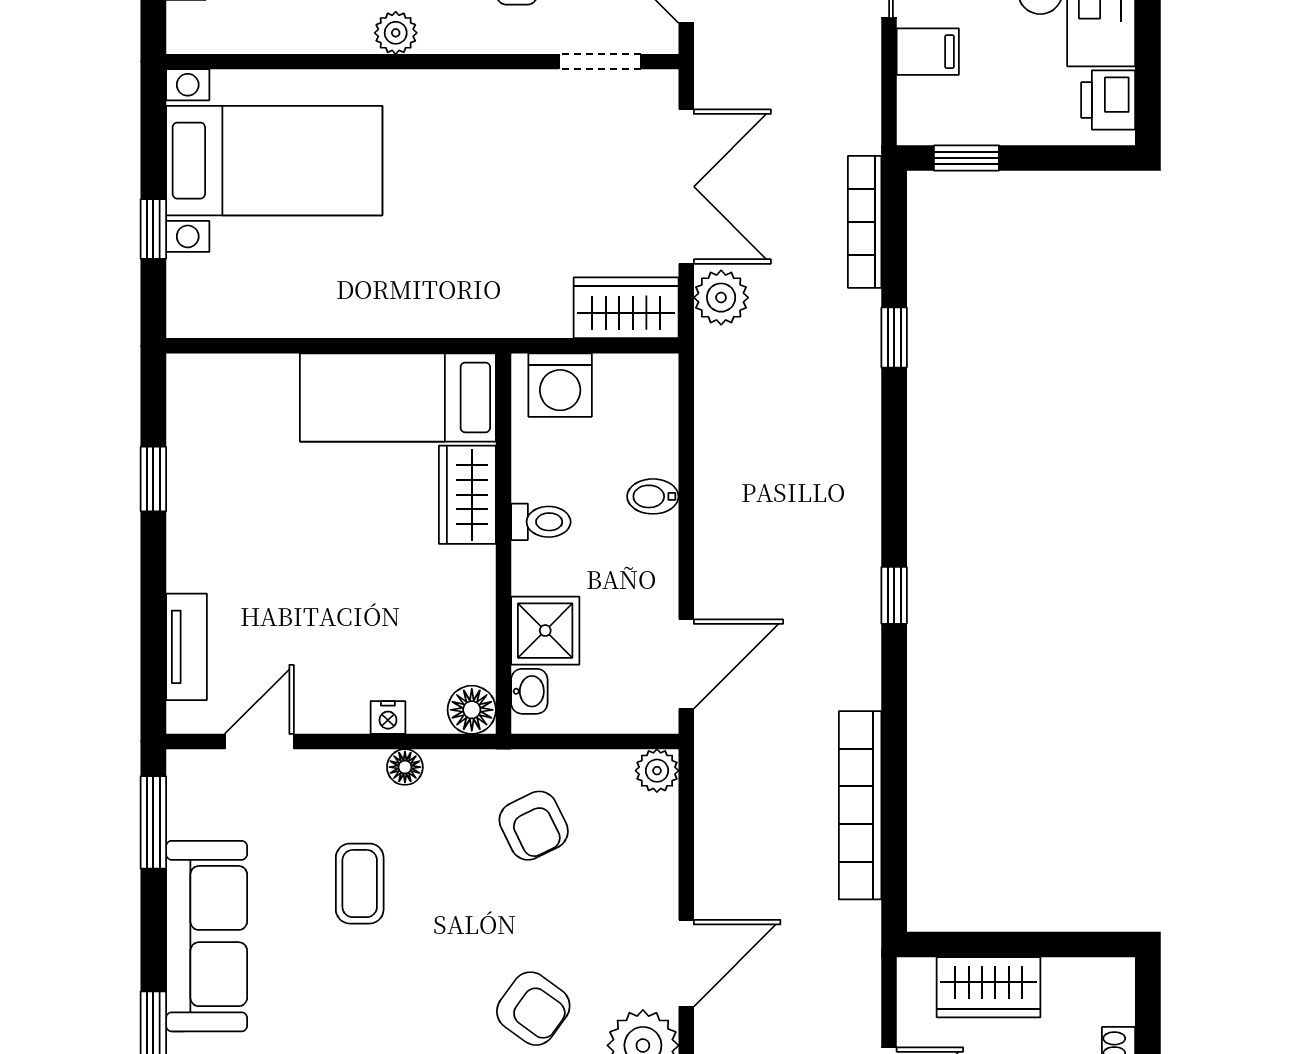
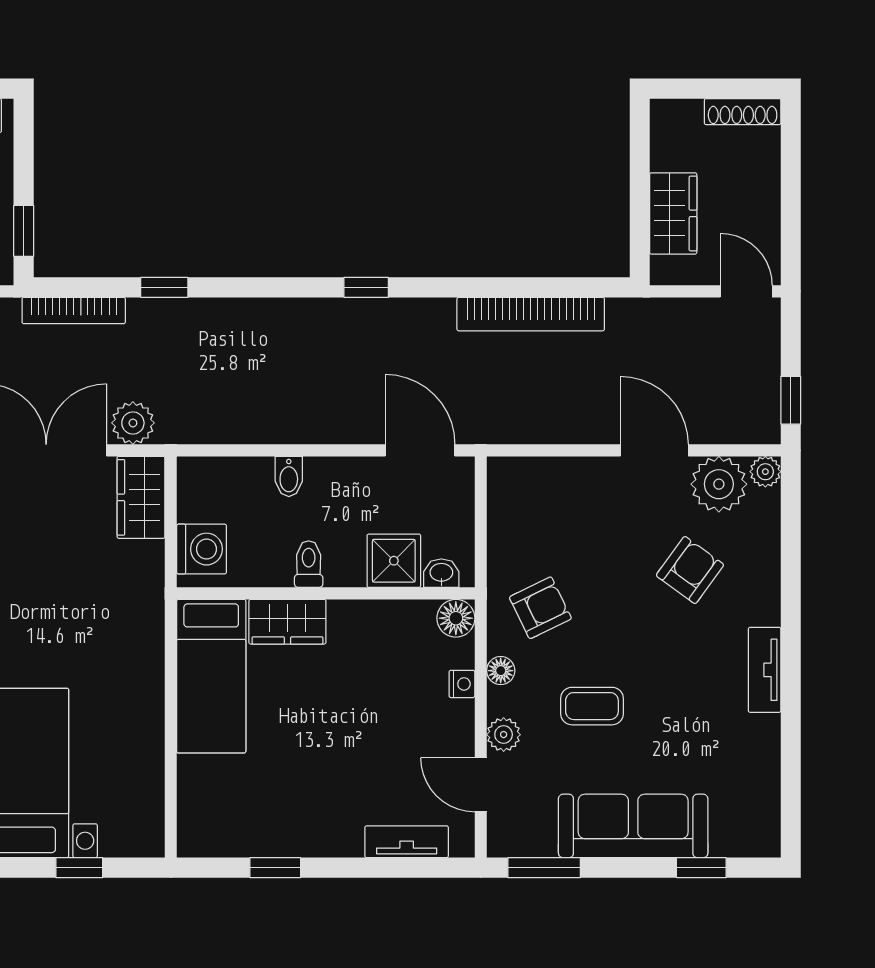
plant: (657, 771) -> (504, 735), moved
armchair: (534, 826) -> (540, 608), moved

